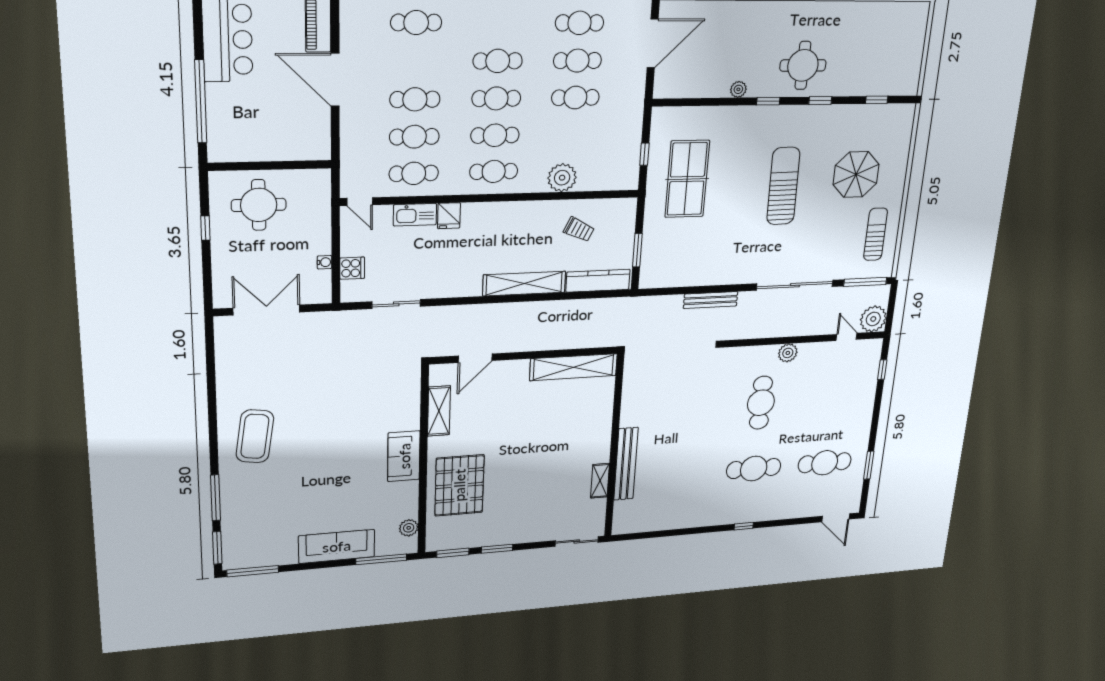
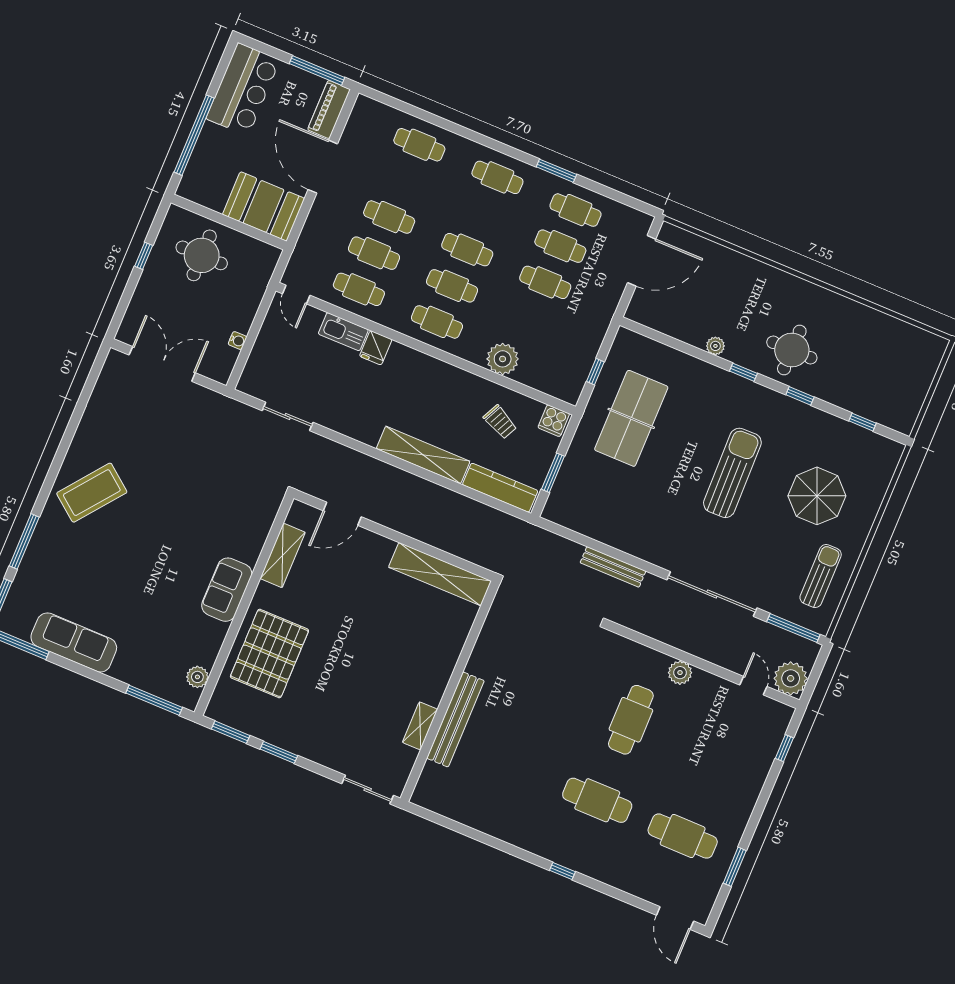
cafe table: (498, 61) -> (497, 177), moved
booth: (296, 138) -> (264, 206), added
cooker: (352, 268) -> (554, 421), moved, turned 90
coffee table: (255, 436) -> (92, 493), turned 30
sofa: (337, 546) -> (74, 642), moved

